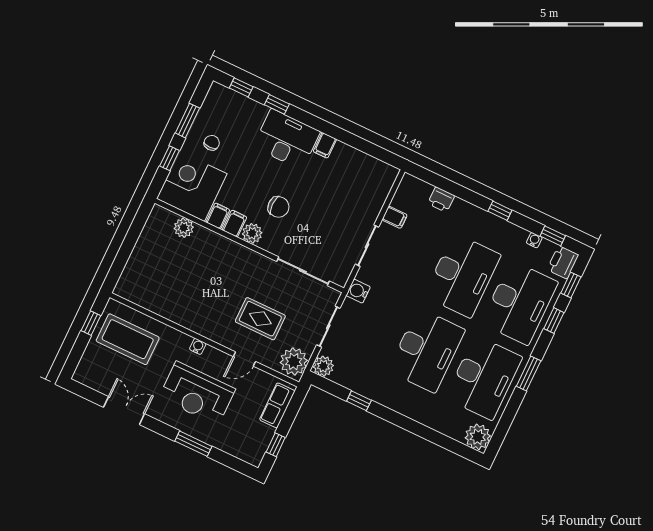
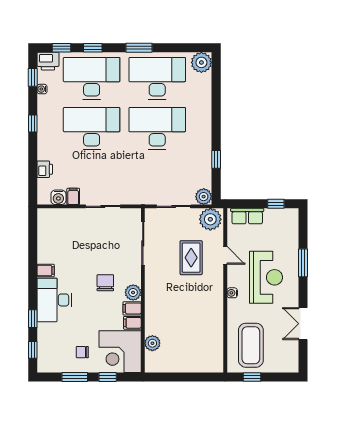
water cooler: (358, 291) -> (58, 197), moved

